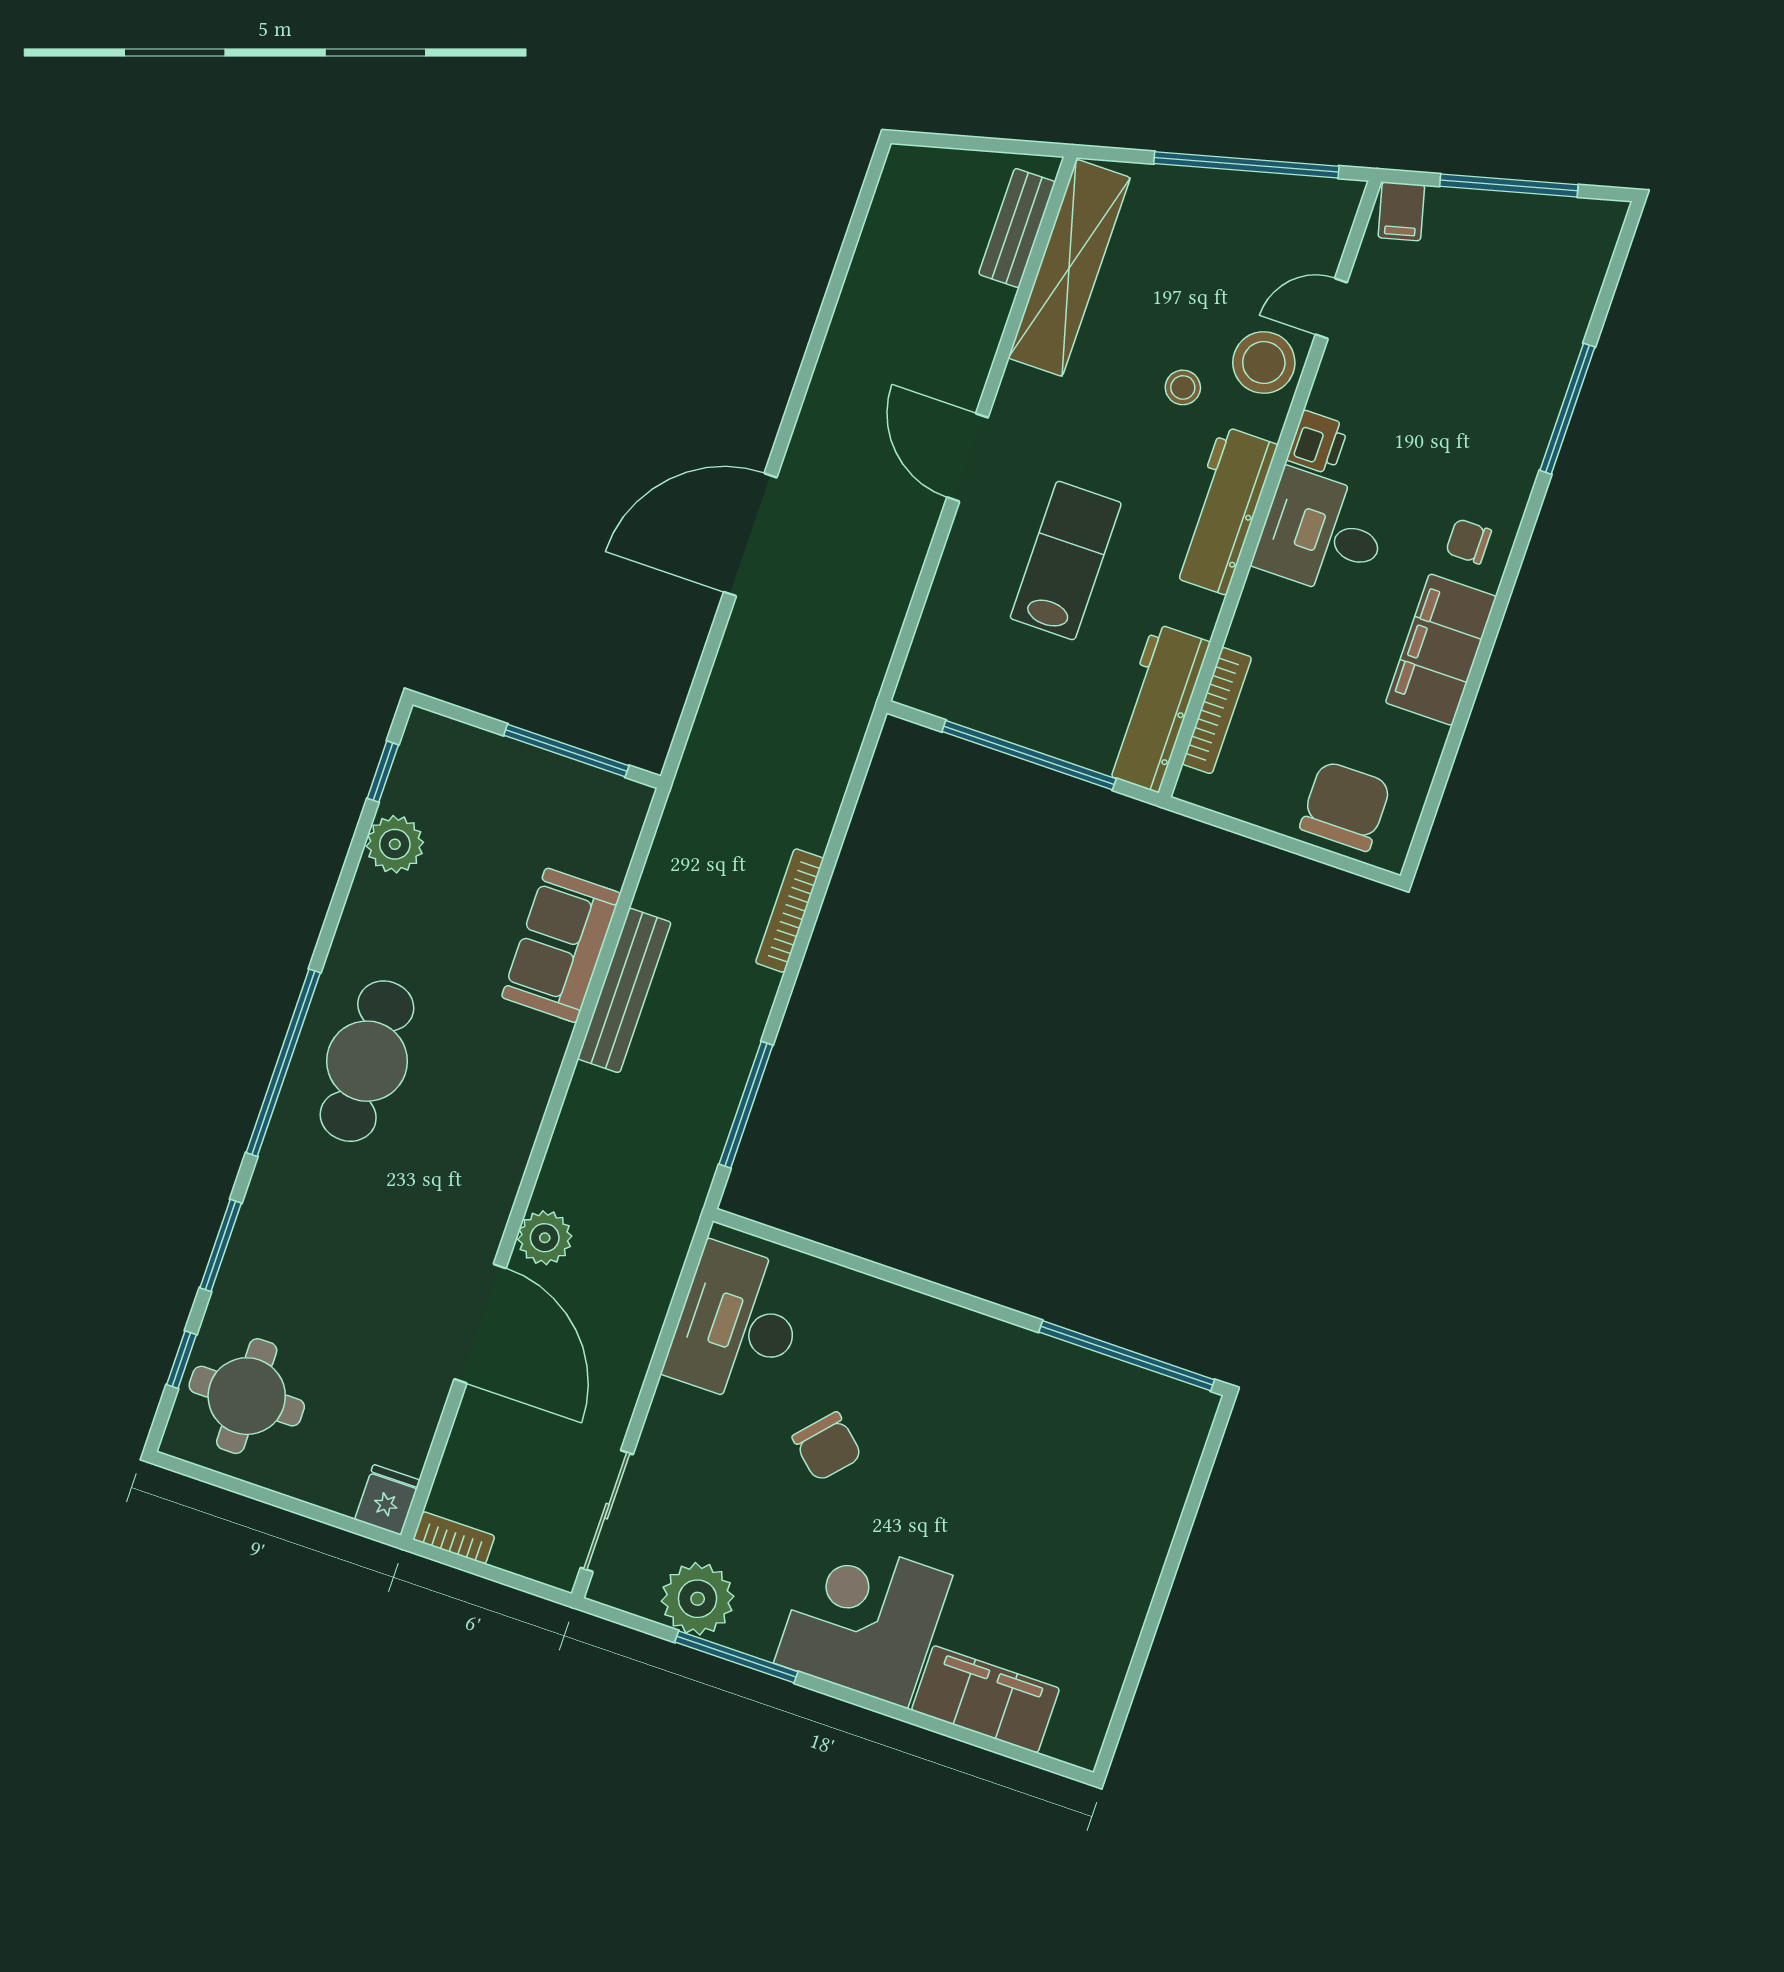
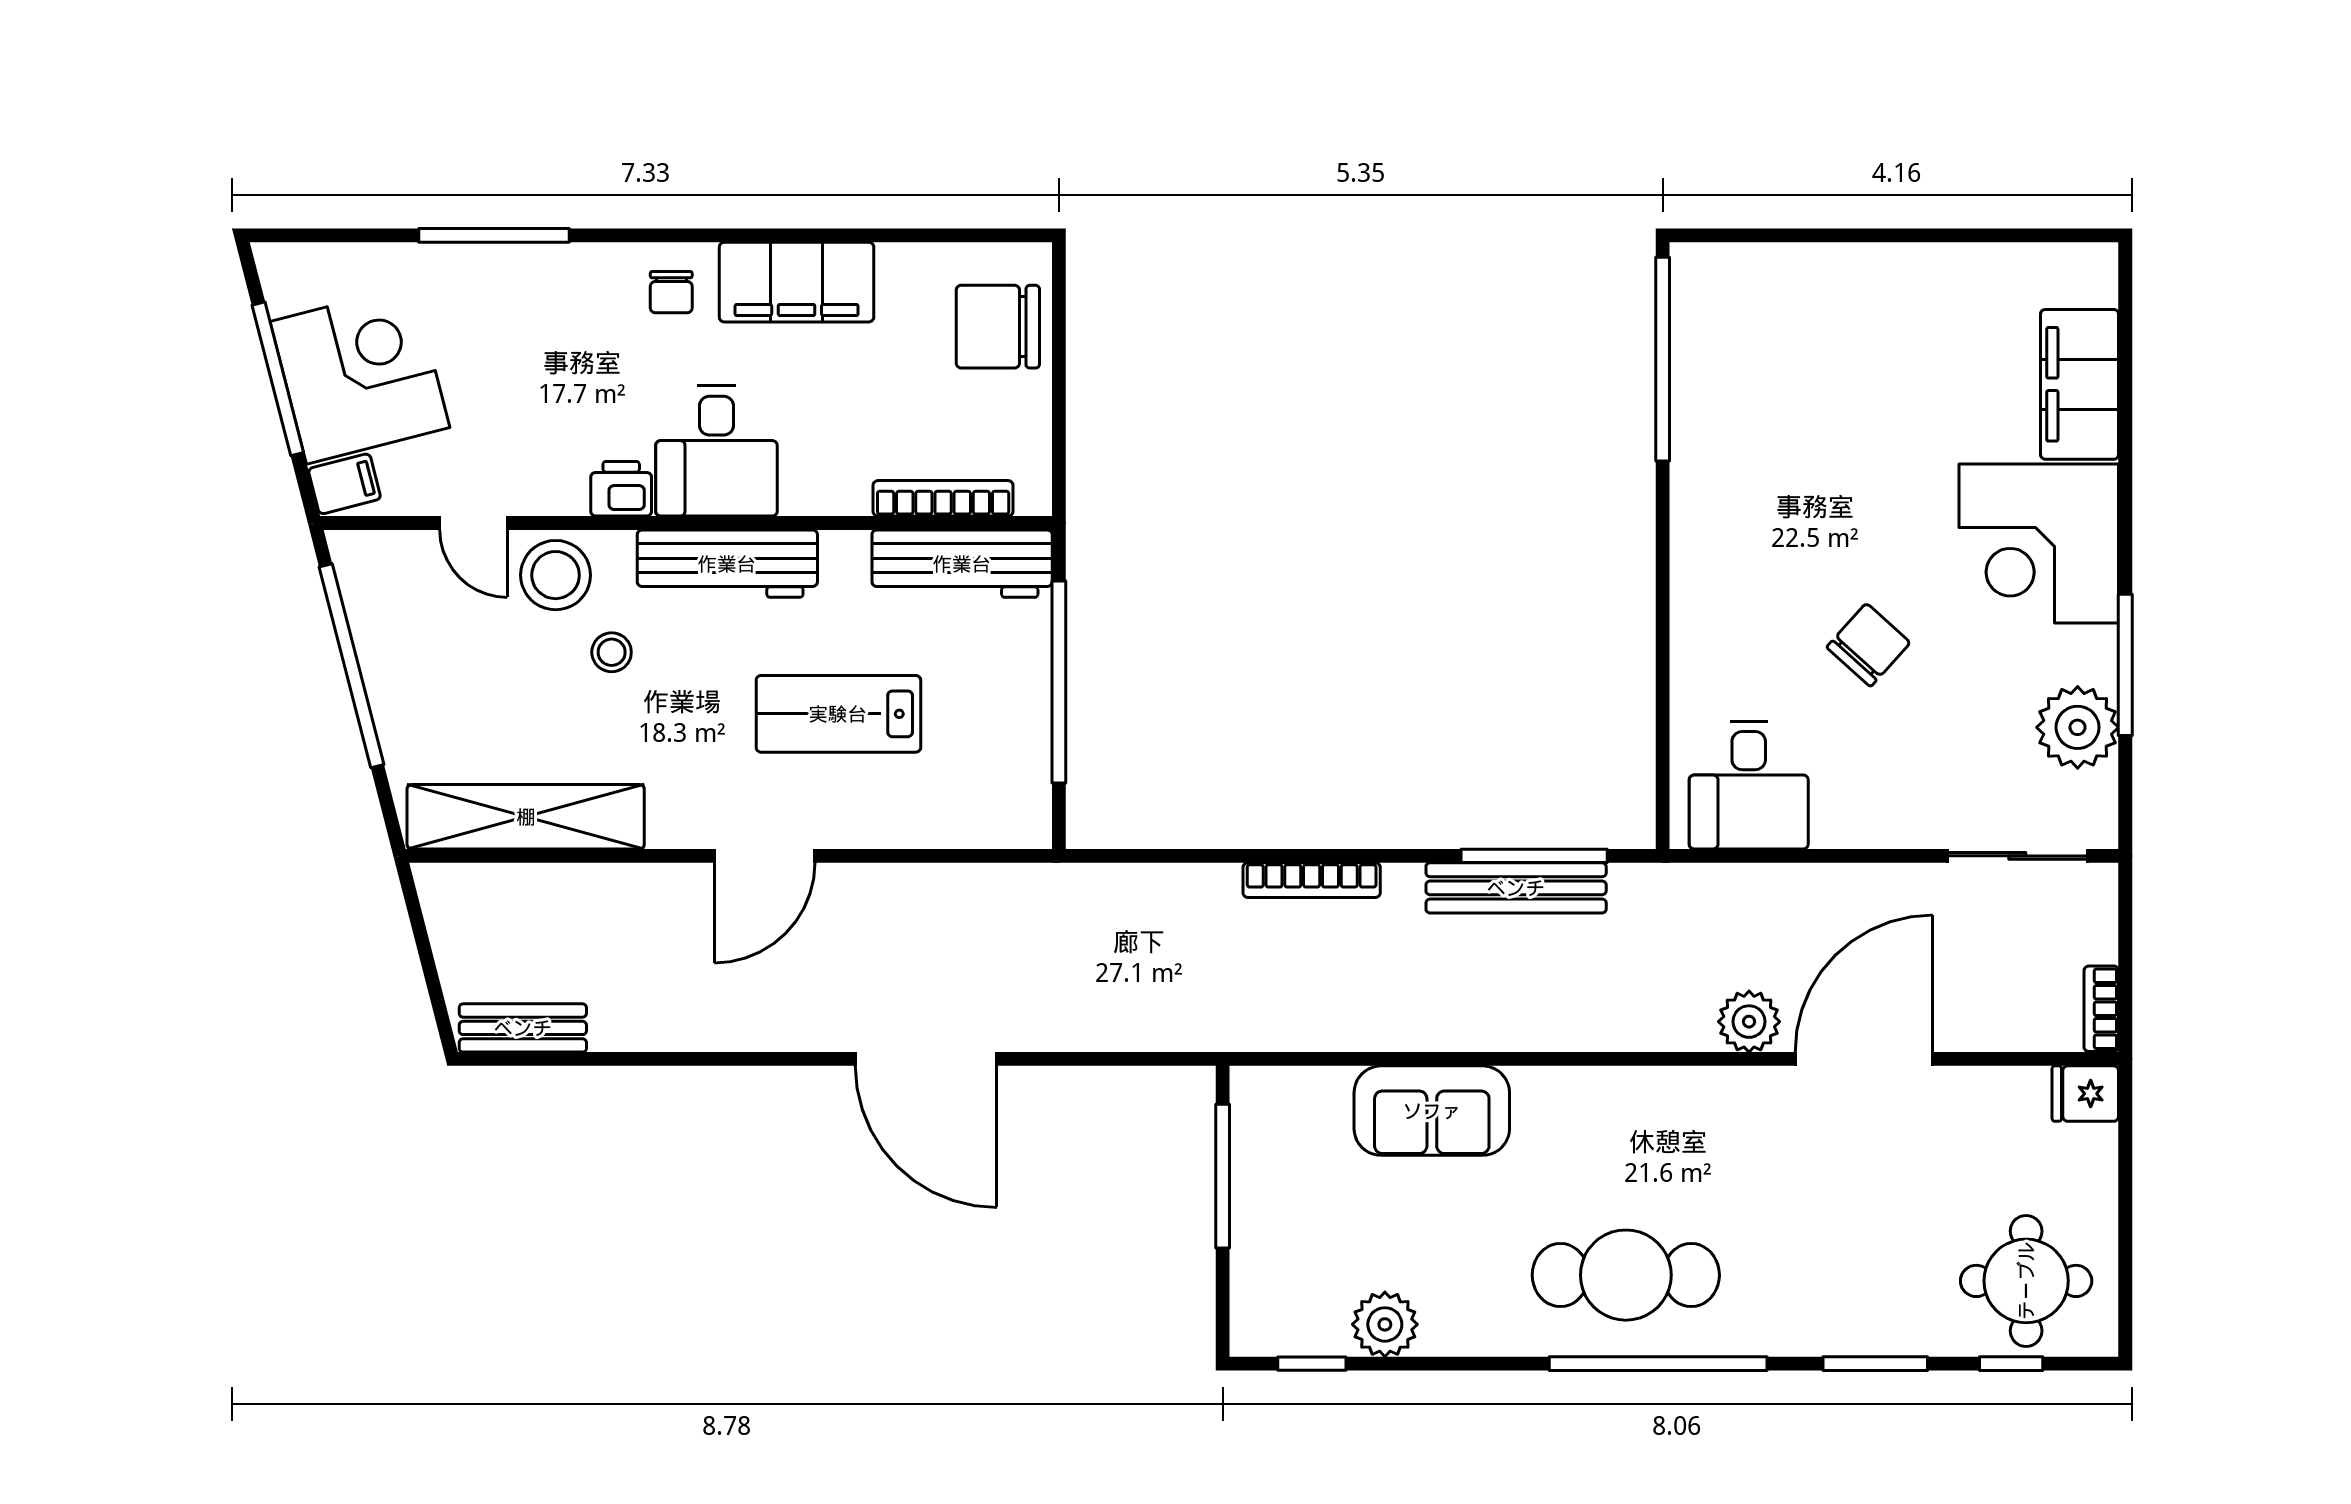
bench: (1017, 228) -> (523, 1028), moved
corner desk: (1489, 256) -> (360, 374), added
bench: (624, 990) -> (1516, 888), moved
desk: (737, 1324) -> (1749, 785), width x0.73

